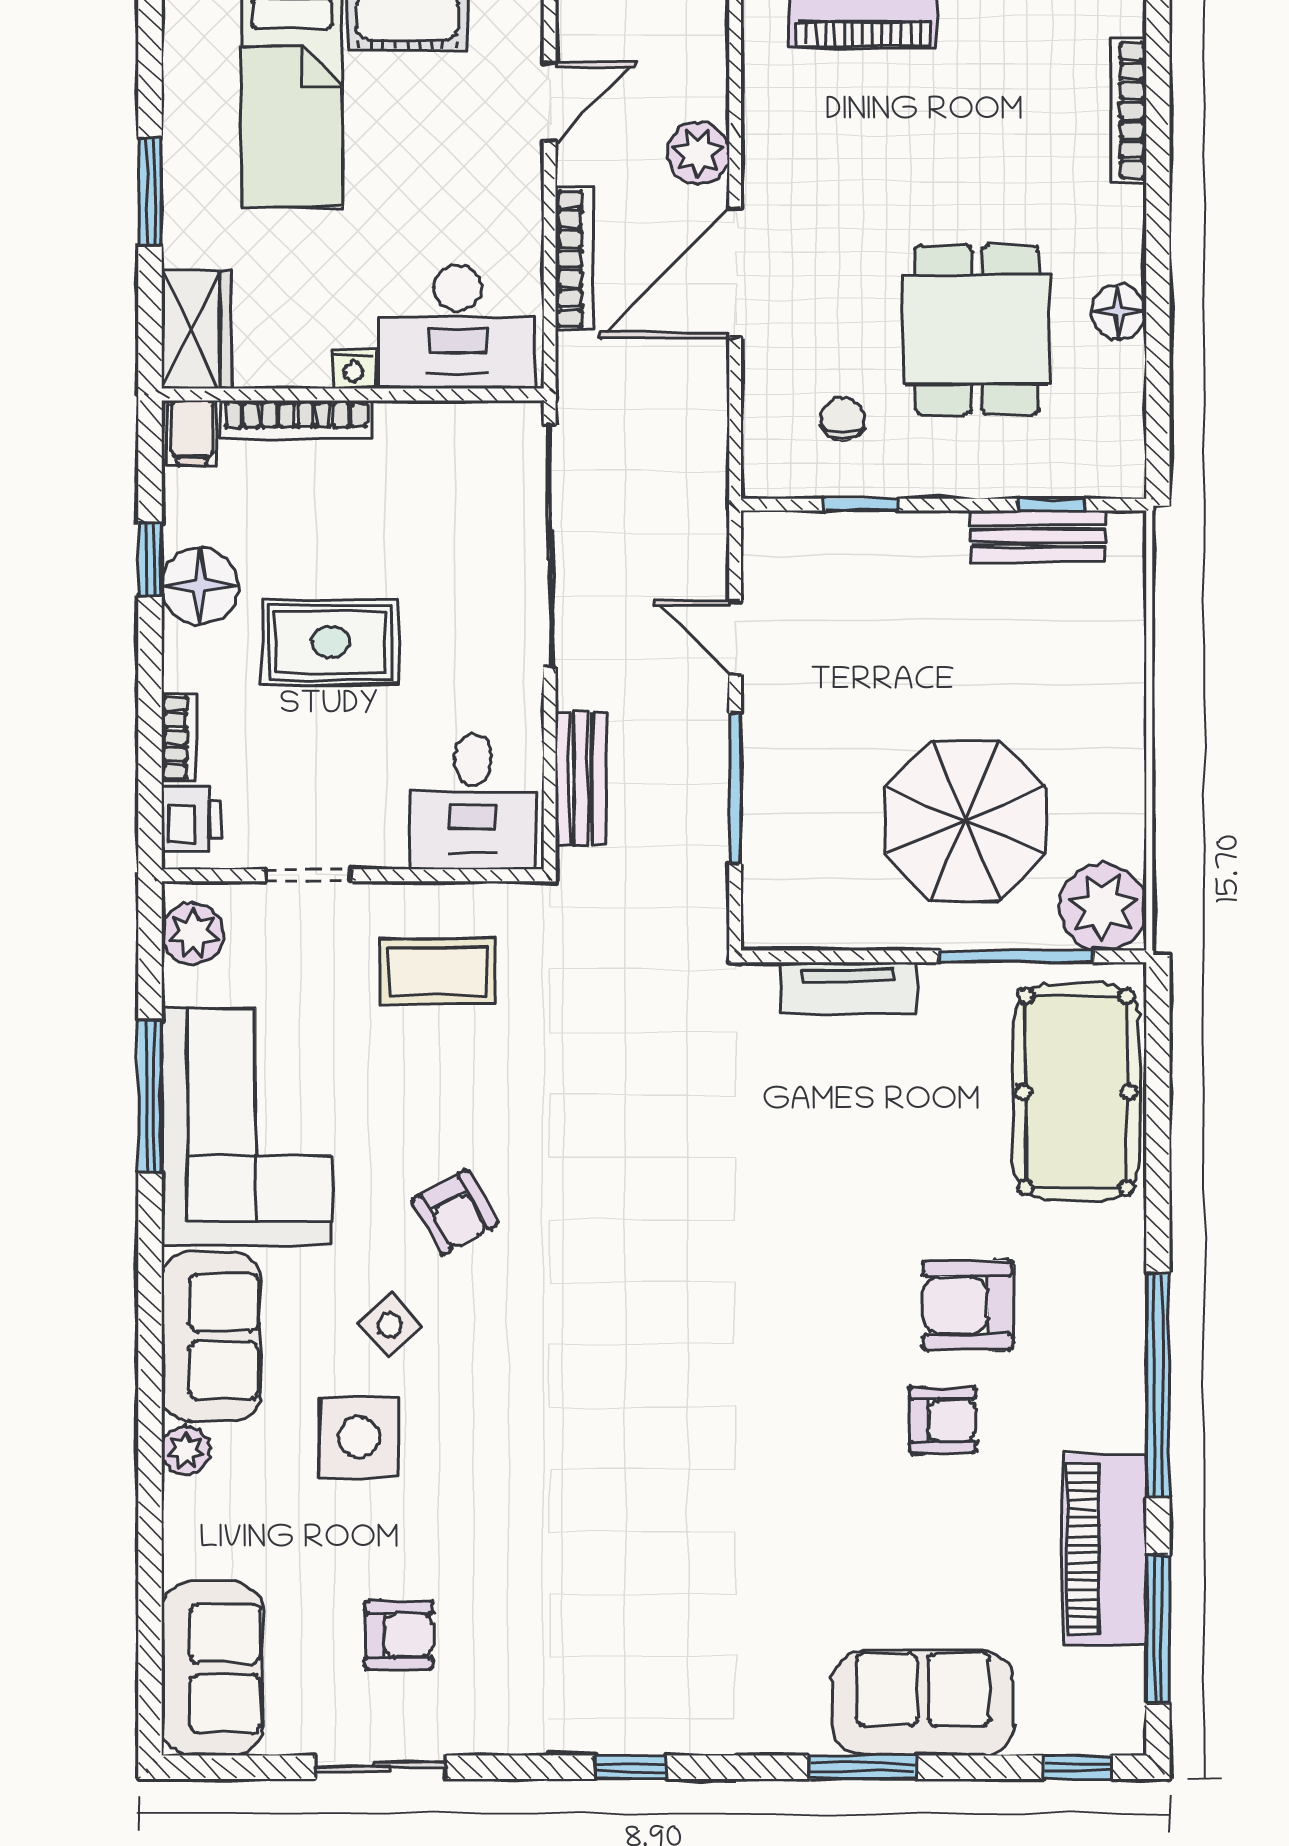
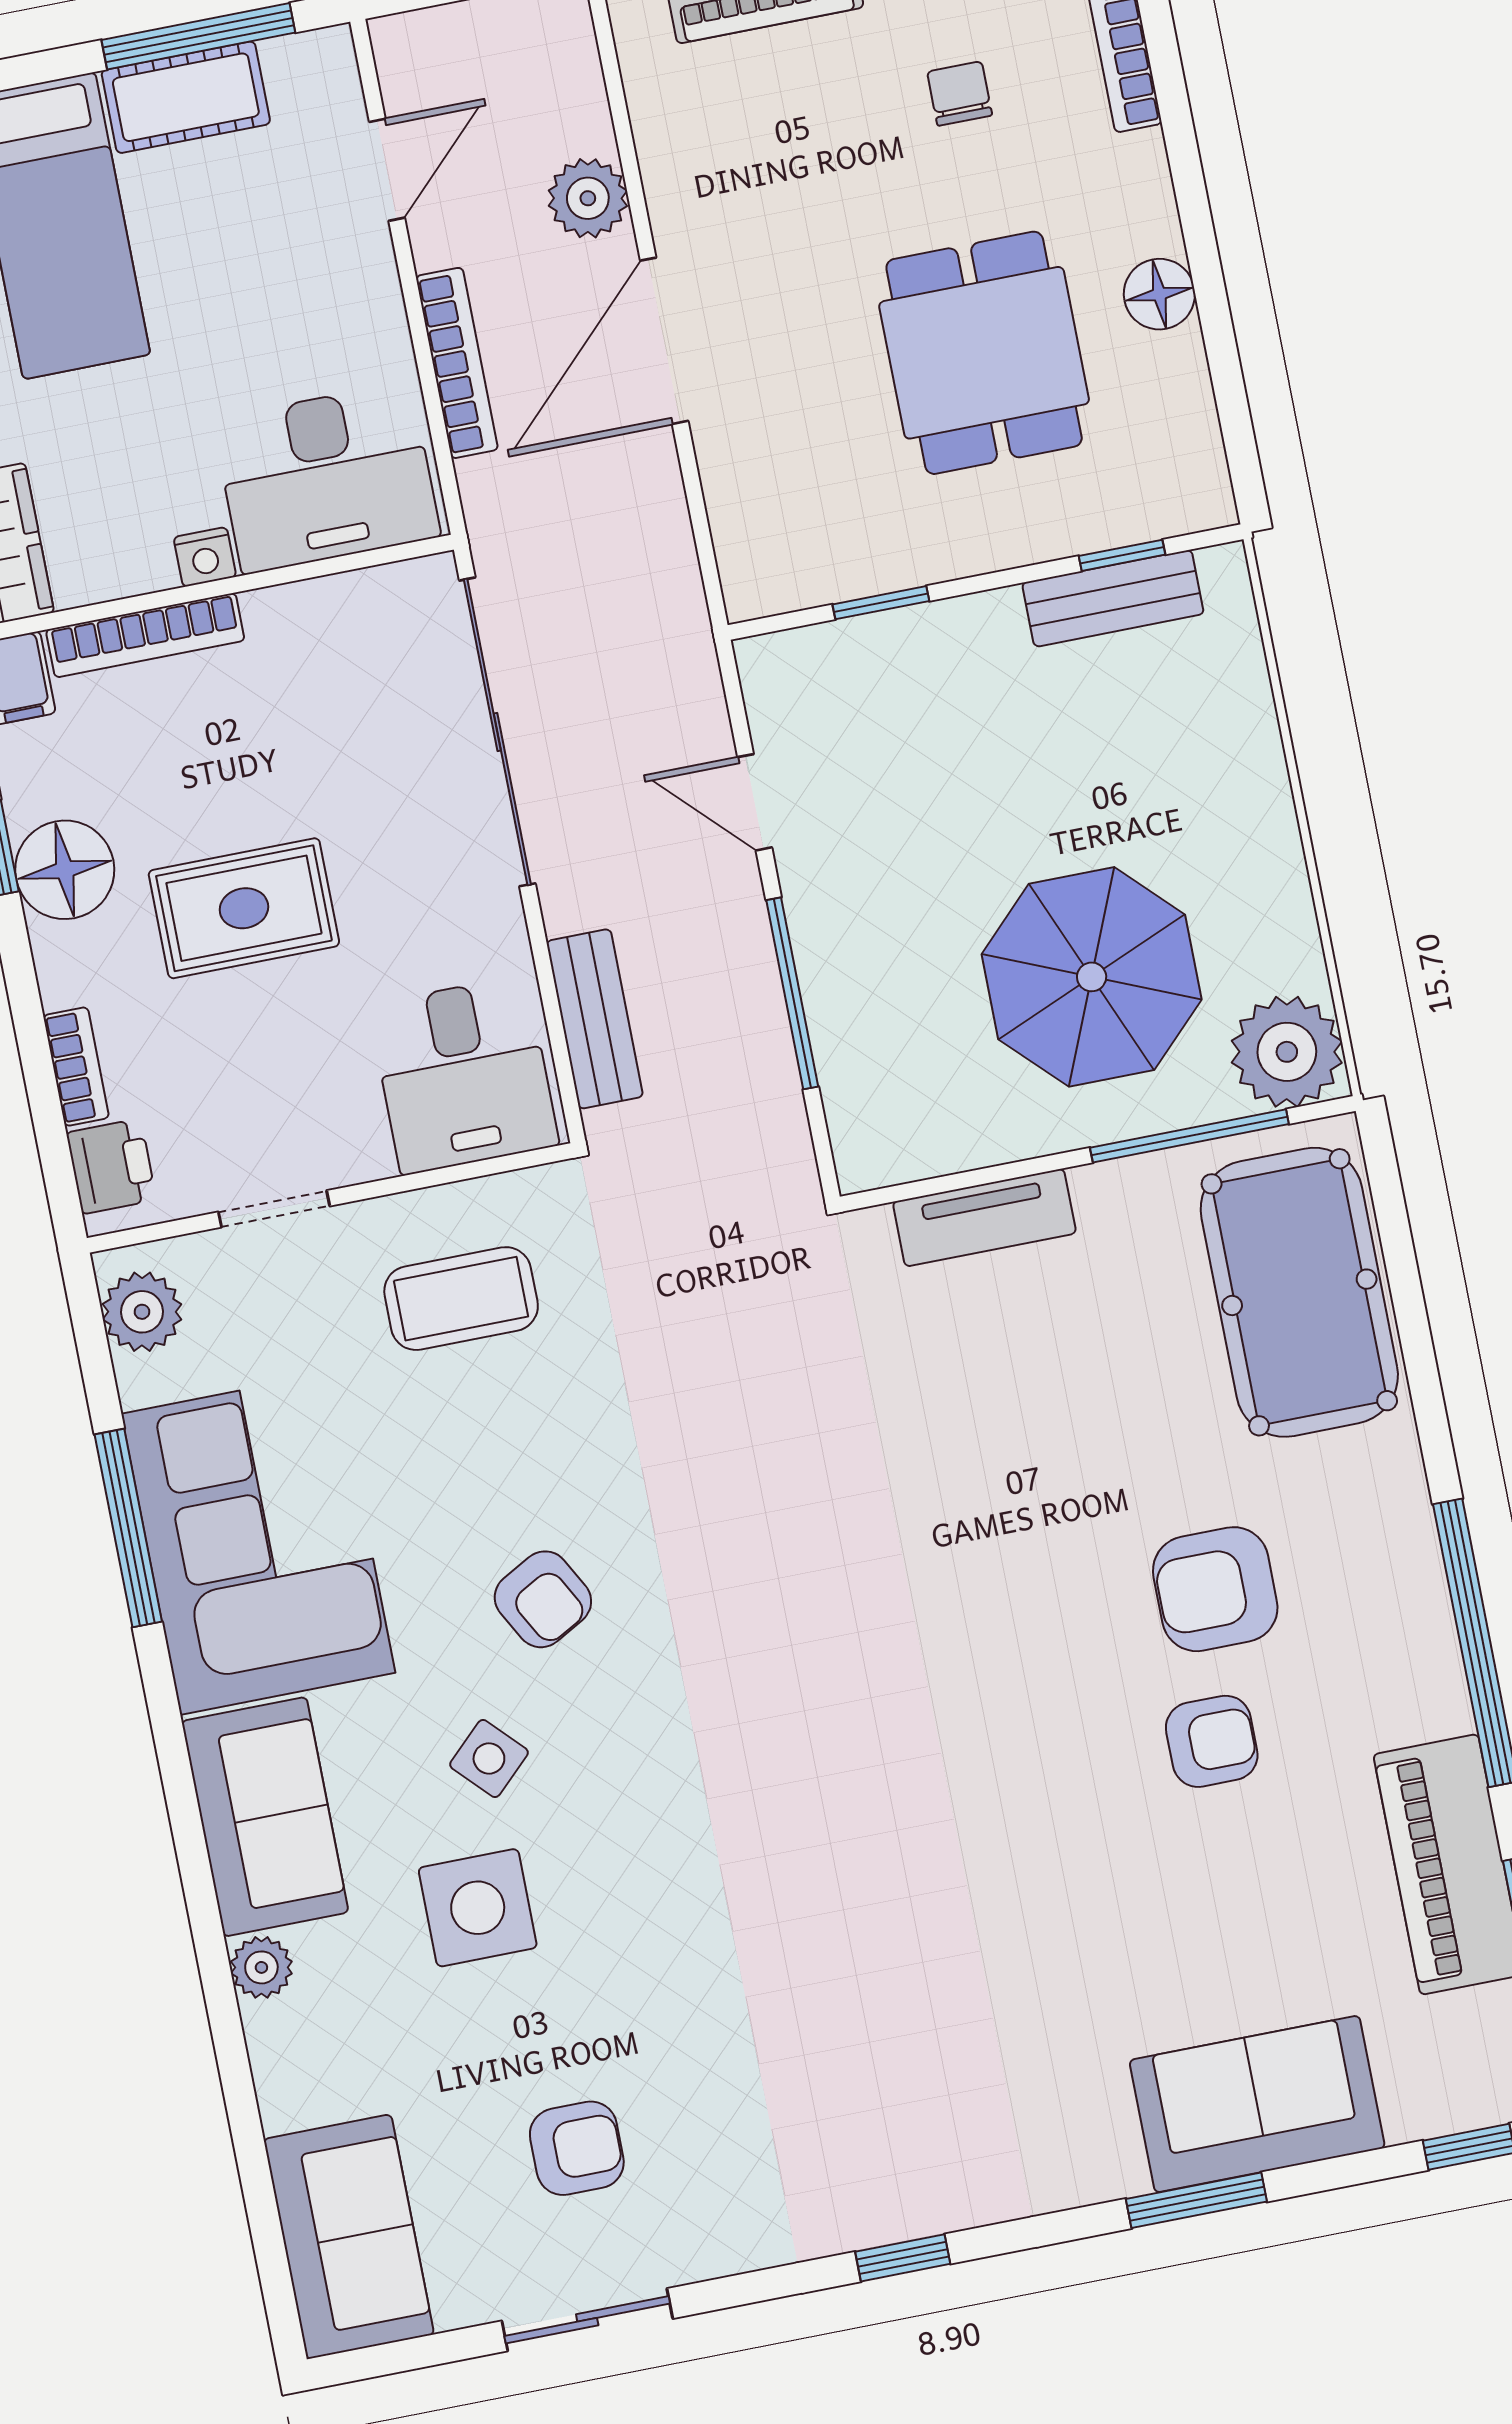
chair: (843, 419) -> (960, 94), moved

